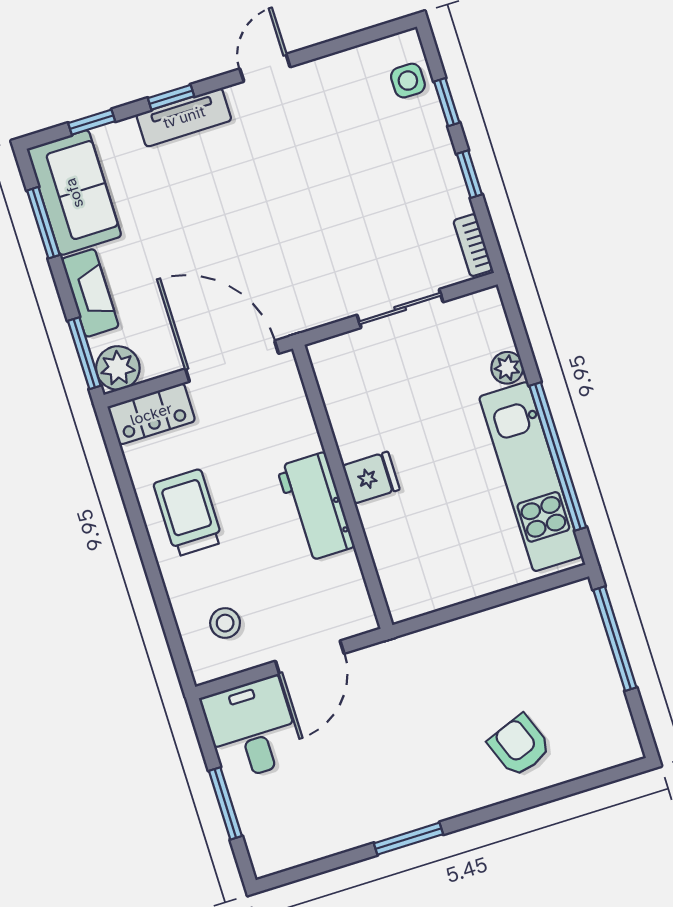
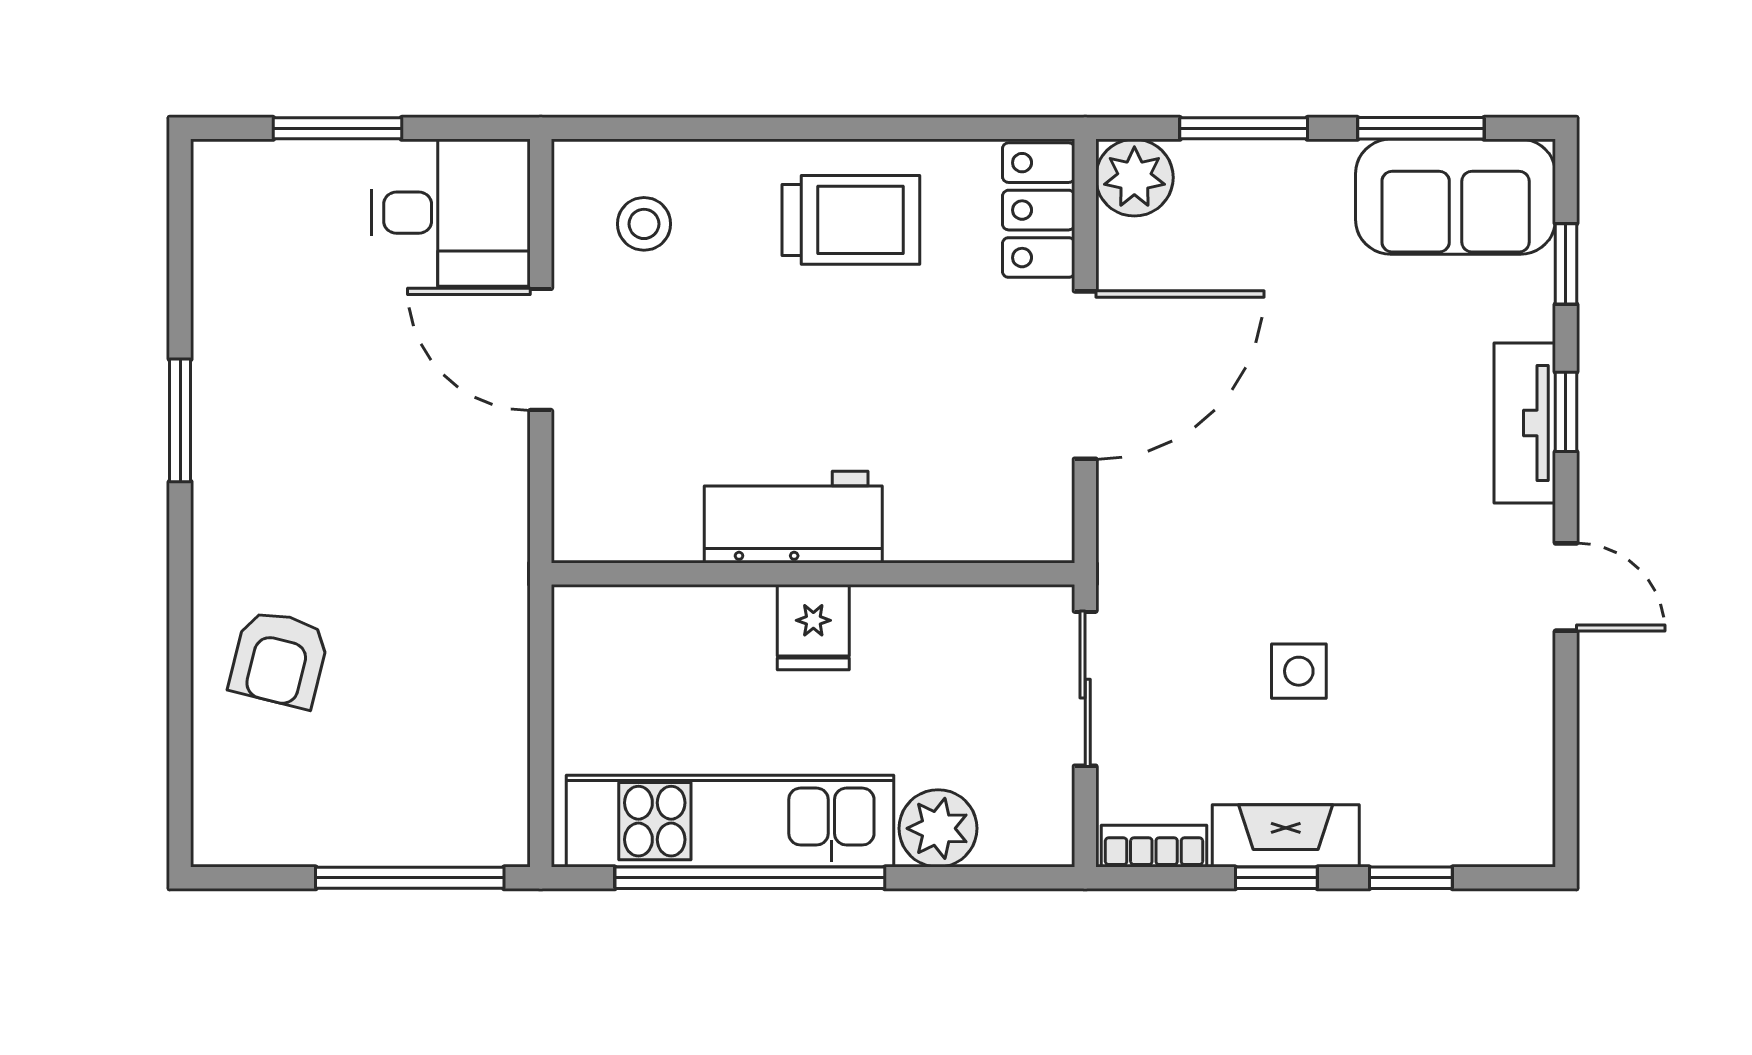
side table: (408, 81) -> (1299, 671), moved
fireplace: (90, 293) -> (1286, 836), moved, turned 180
window: (84, 353) -> (1244, 128), moved
plant: (507, 368) -> (938, 828), width x1.38, depth x1.38
fridge: (371, 478) -> (813, 627), moved
wall: (343, 487) -> (813, 574), moved
workbench: (316, 507) -> (793, 517), moved
armchair: (519, 746) -> (279, 659), turned 125

